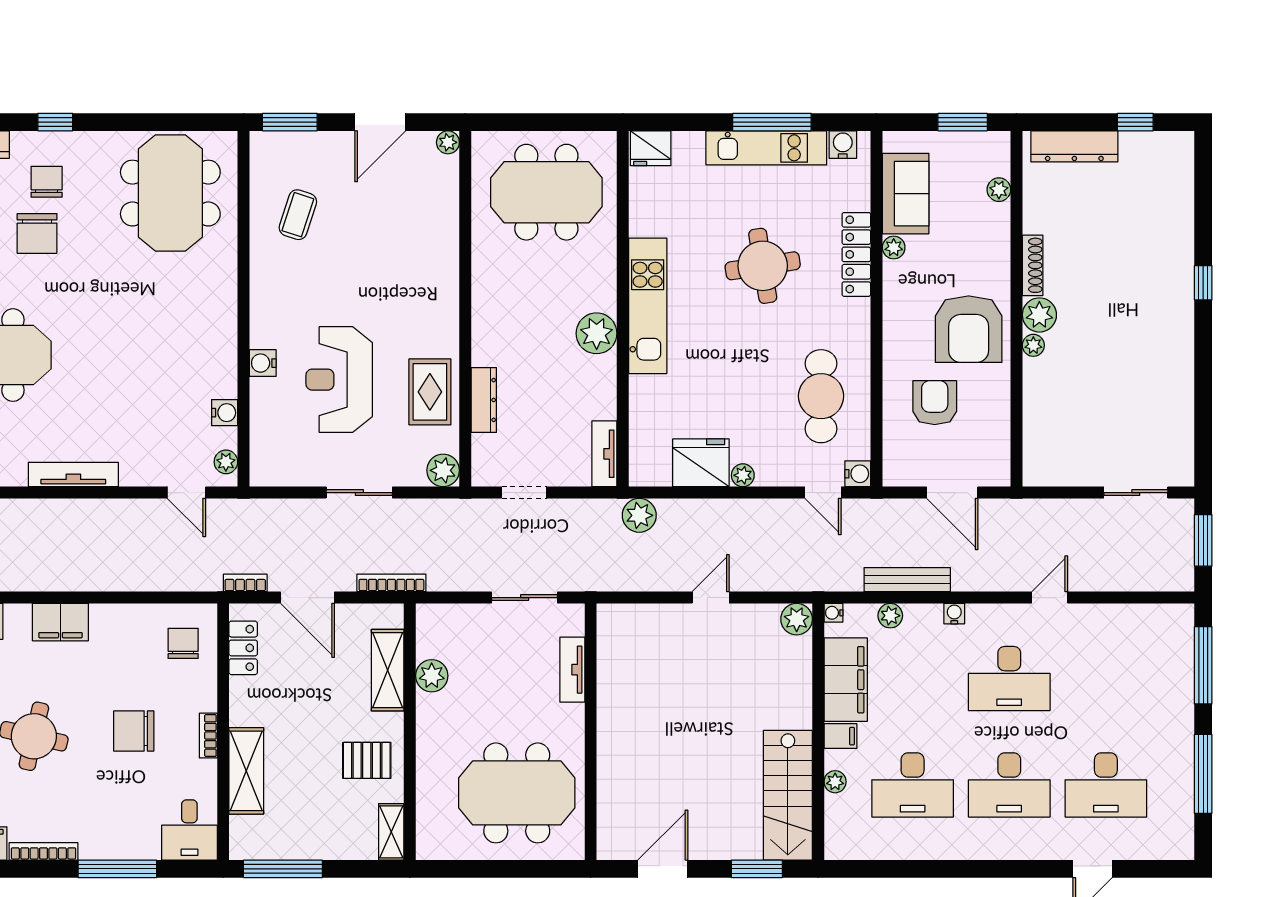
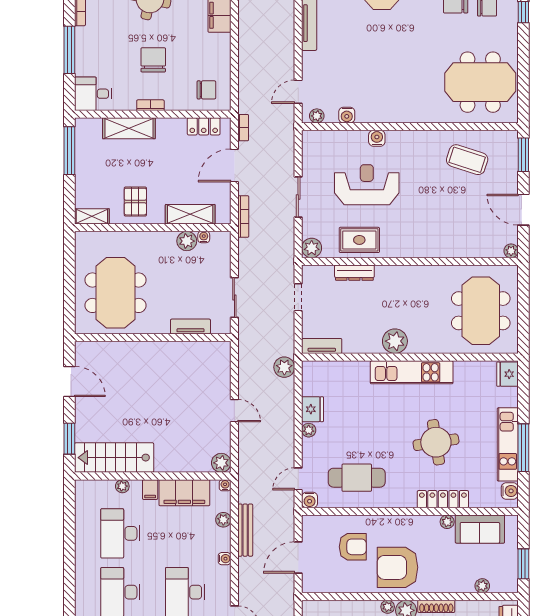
coffee table: (298, 215) -> (467, 160), width x1.36, depth x1.30
fridge: (701, 463) -> (313, 409), width x0.73, depth x0.75
water cooler: (425, 648) -> (204, 237), added

